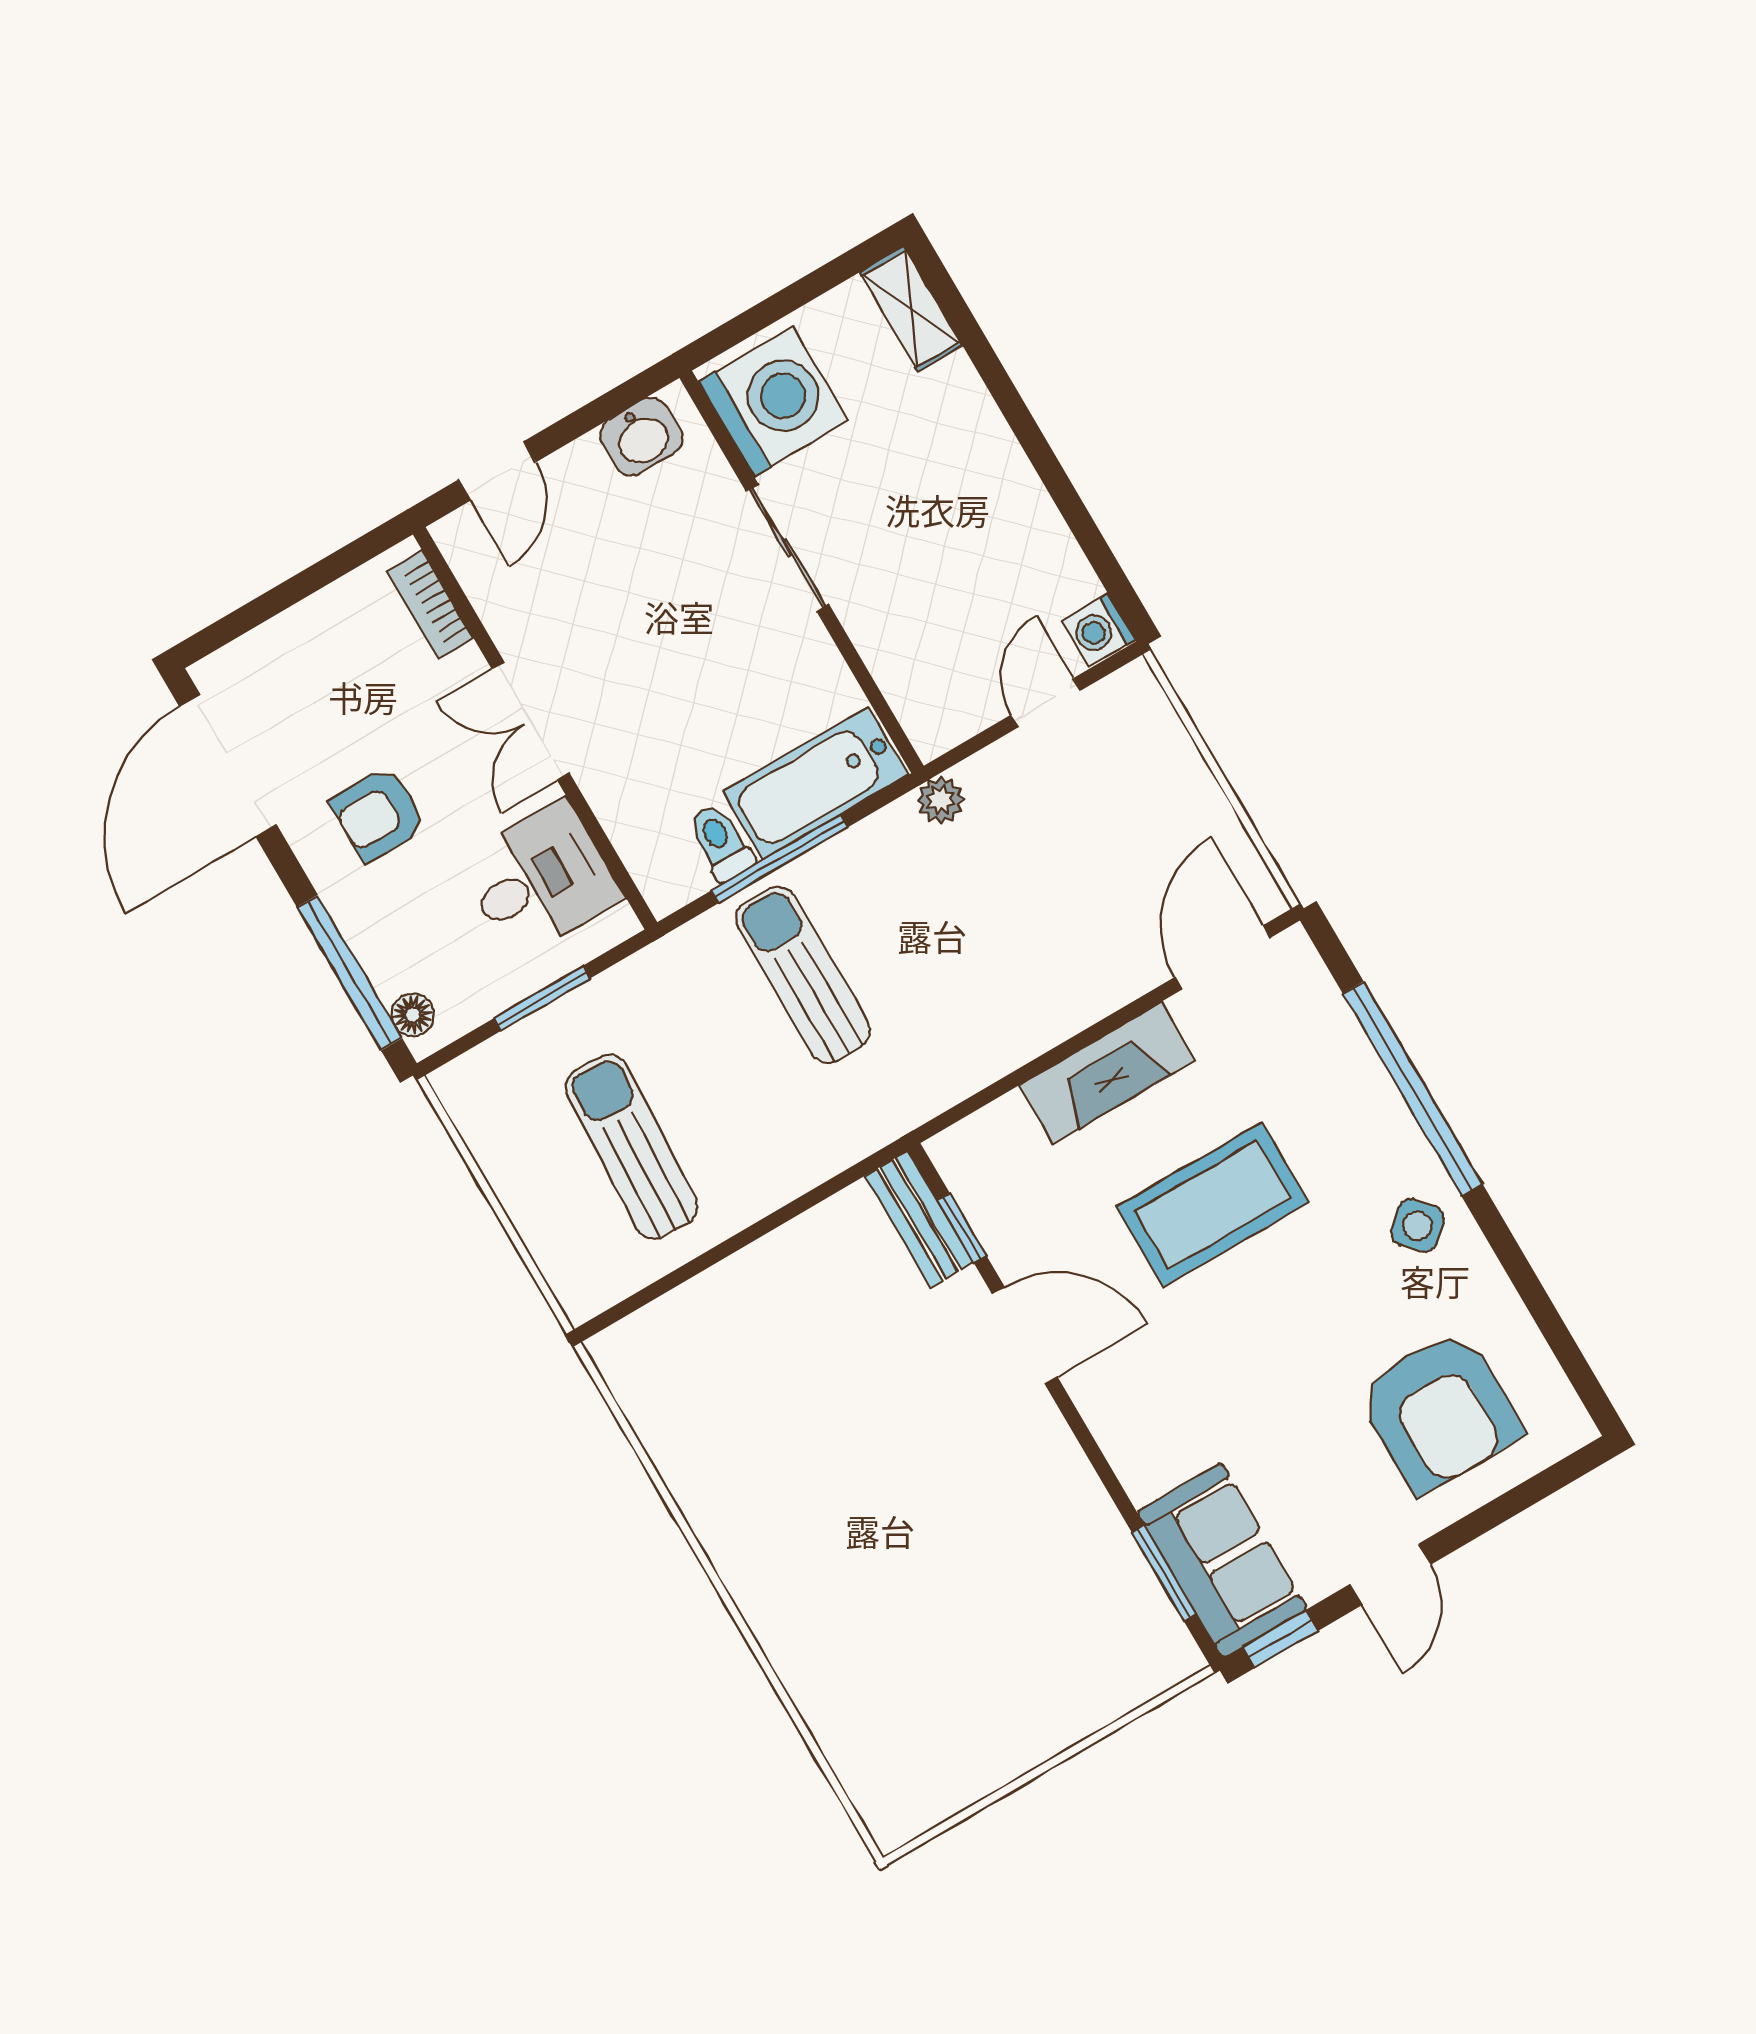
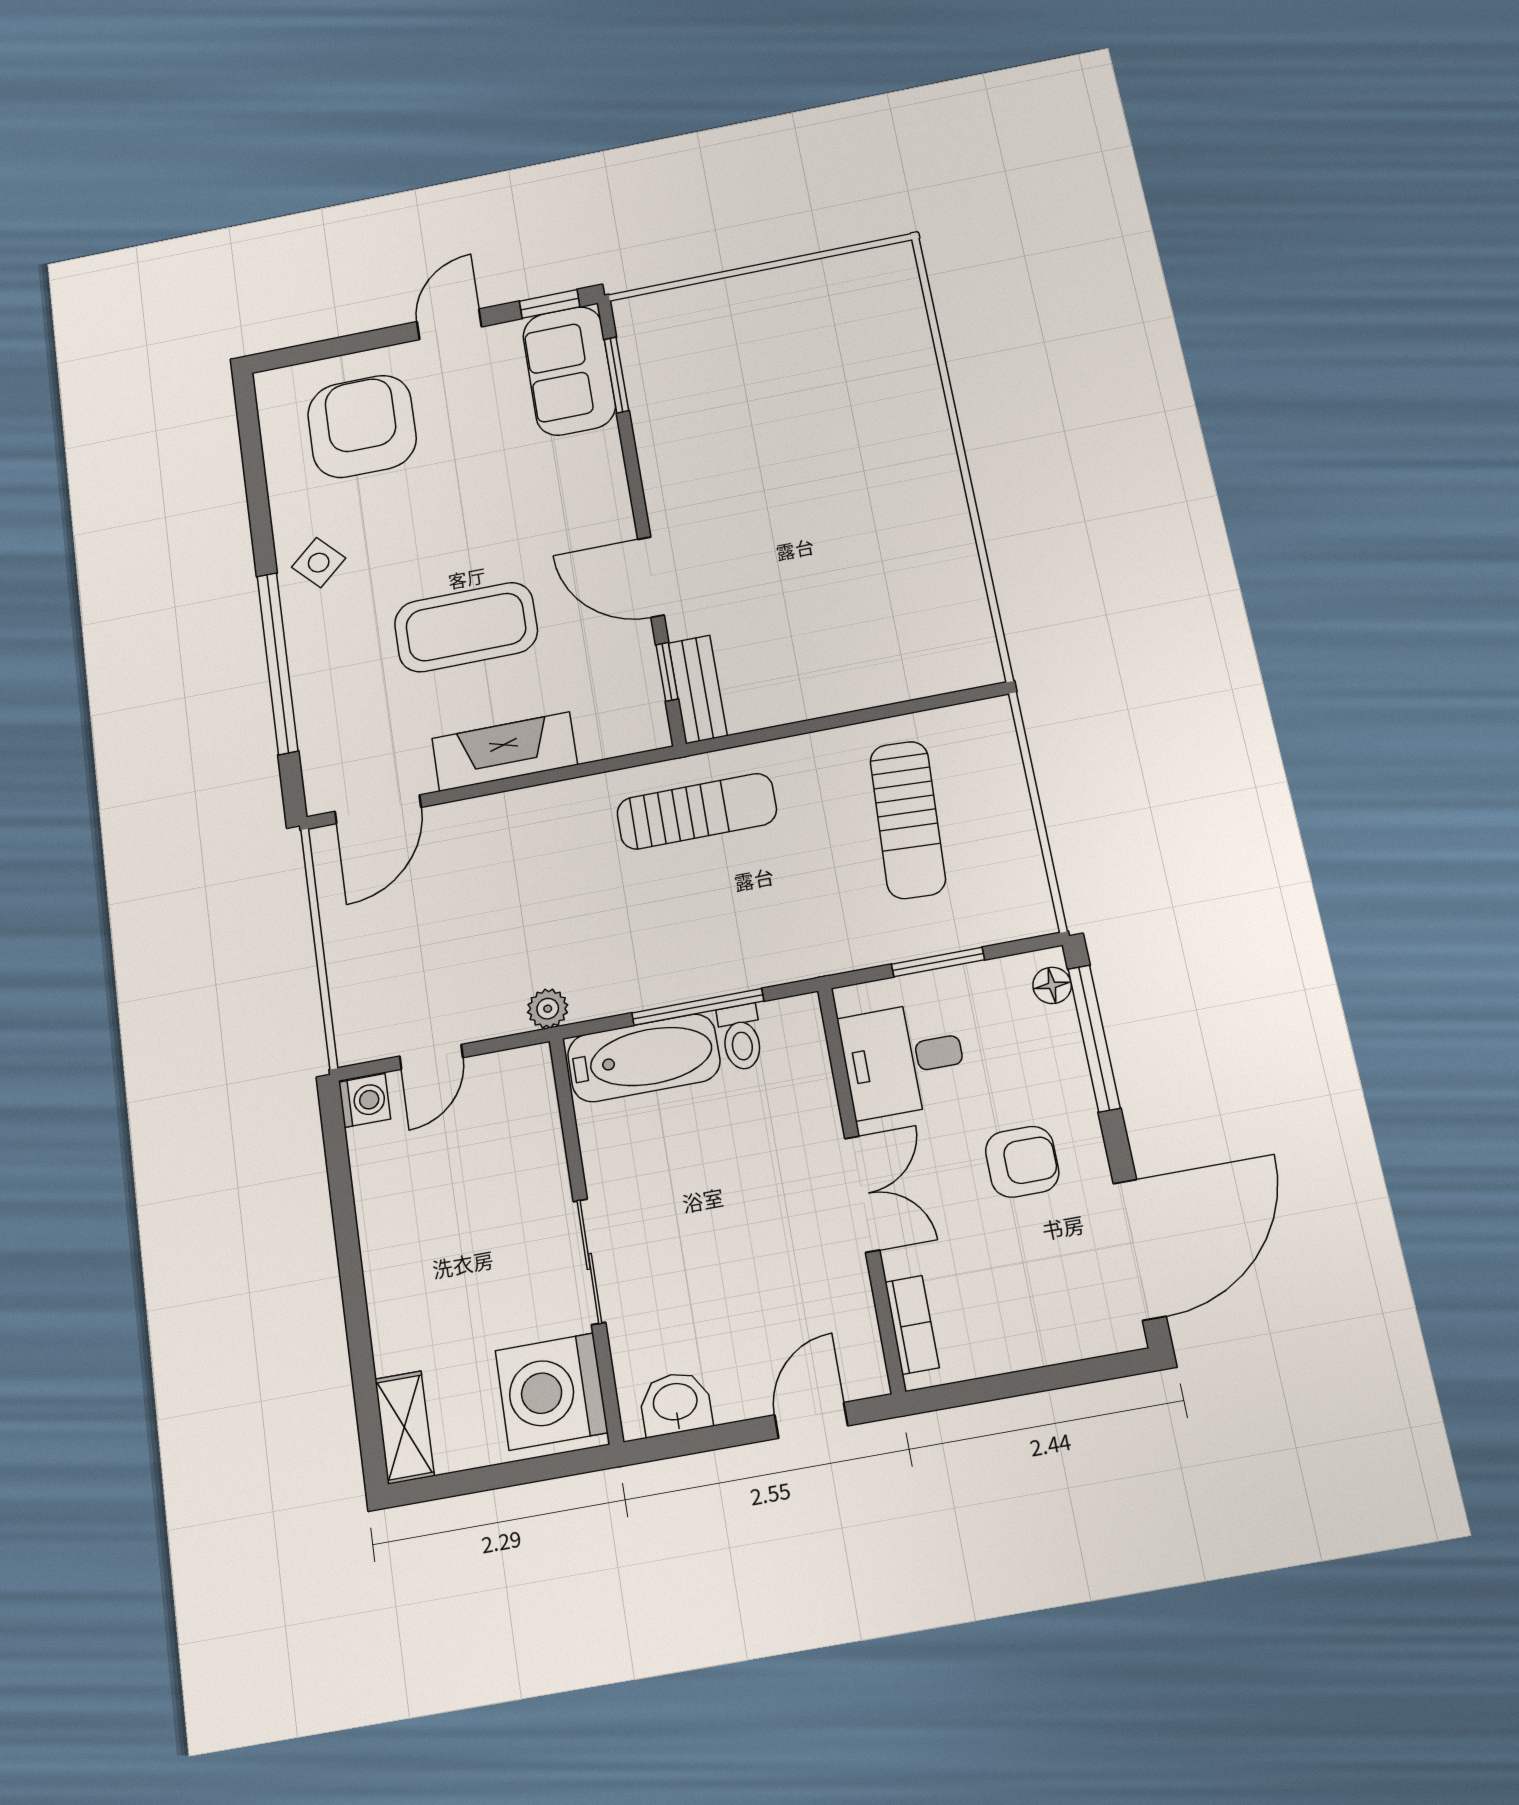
sun lounger: (803, 975) -> (697, 811), moved, turned -90

